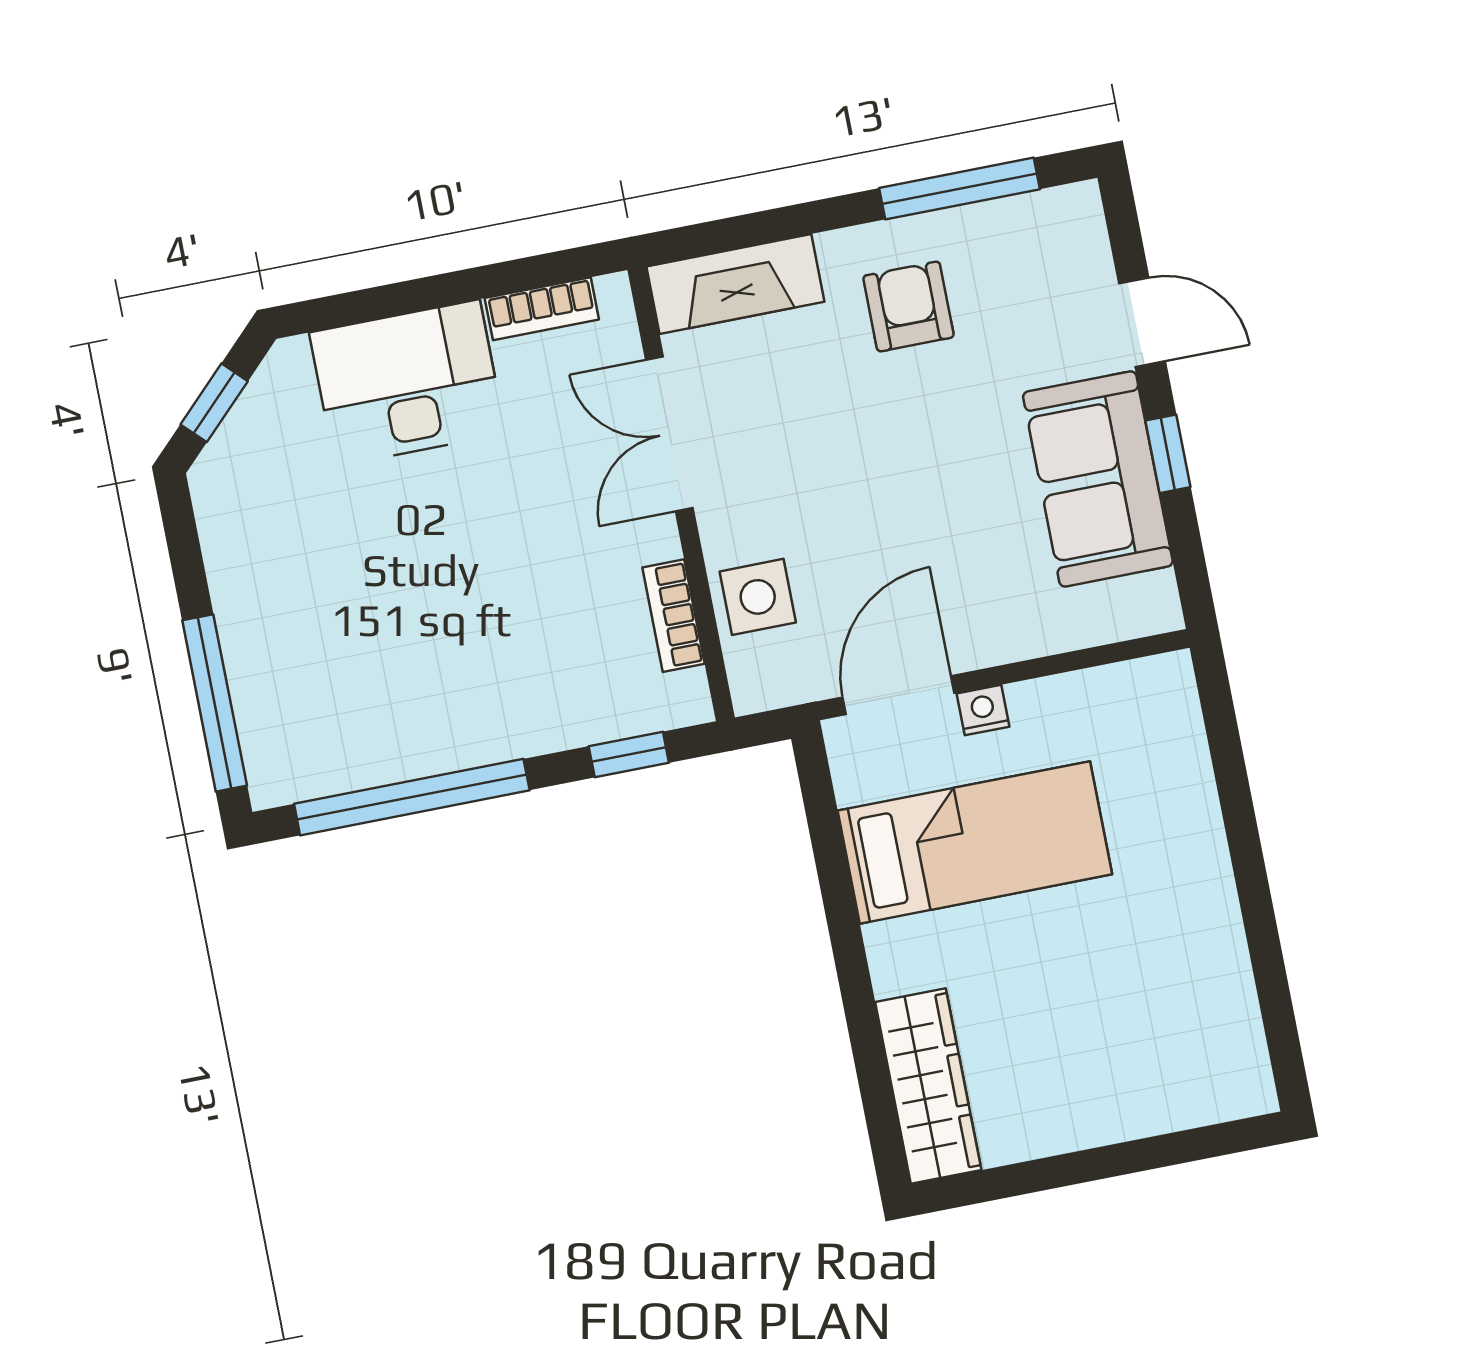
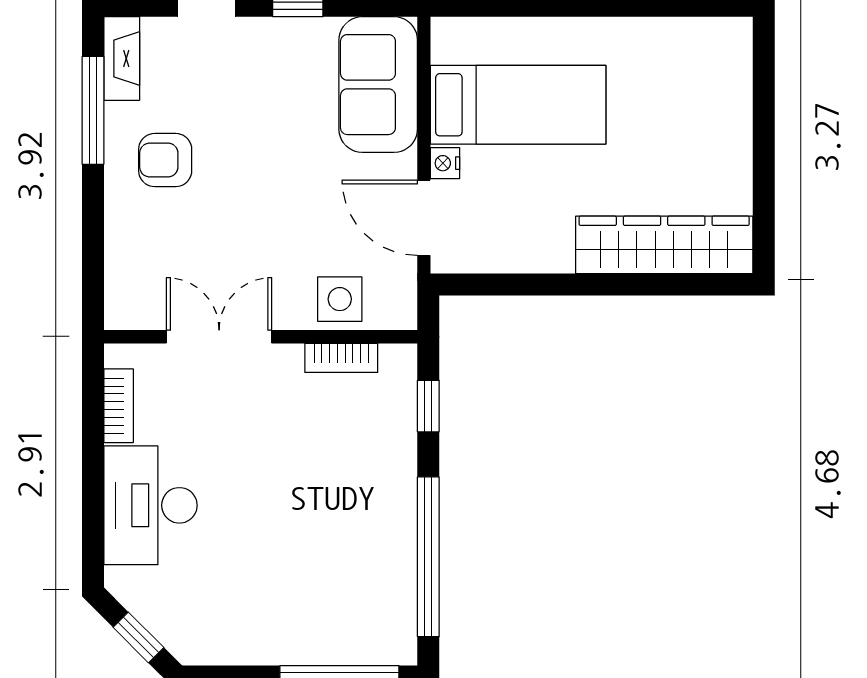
fireplace: (735, 284) -> (122, 59), moved, width x0.73, depth x0.76
double door: (669, 434) -> (219, 337), swing flipped
sofa: (1098, 479) -> (378, 85), moved, turned 90
bed: (975, 842) -> (518, 105), moved, turned 90
wardrobe: (928, 1086) -> (664, 245), width x1.40, depth x1.17

